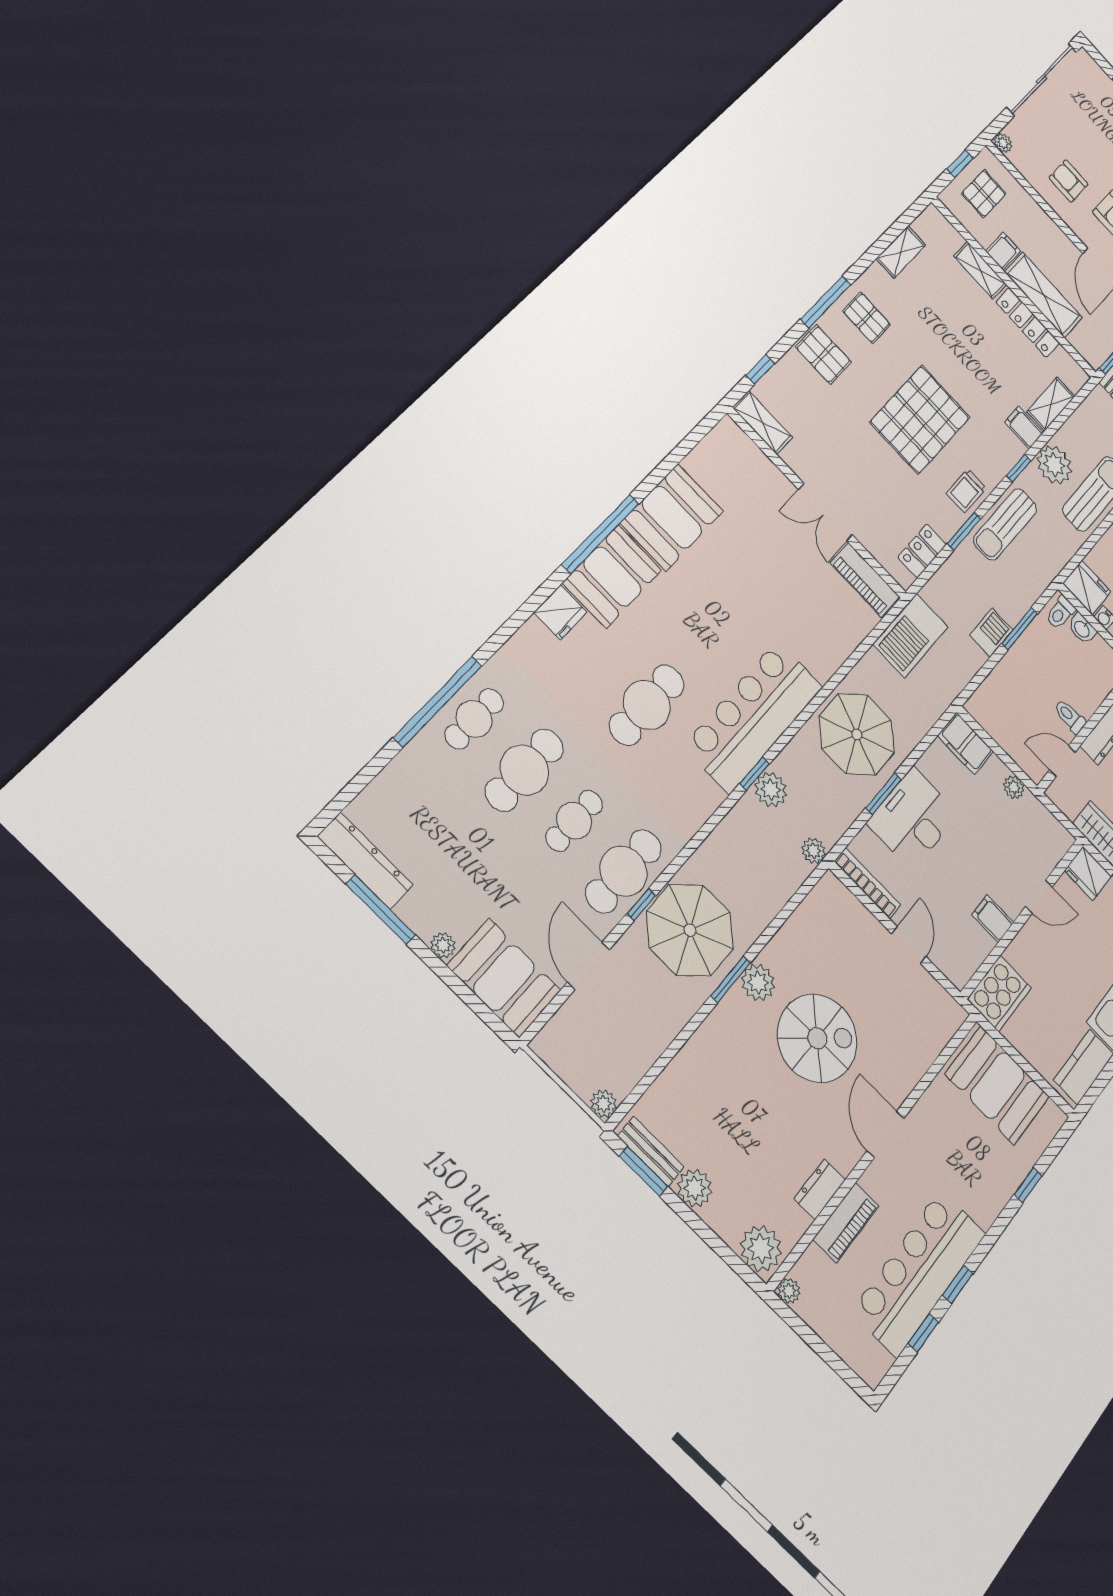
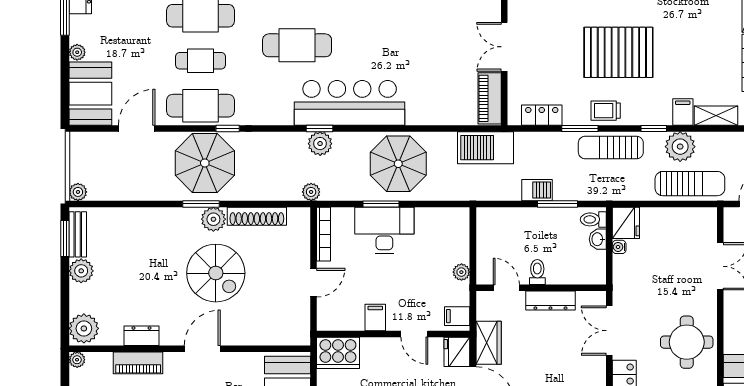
filing cabinet: (965, 744) -> (457, 316), moved, width x0.50
window: (641, 905) -> (228, 128), moved
shoe rack: (793, 933) -> (257, 216), added

